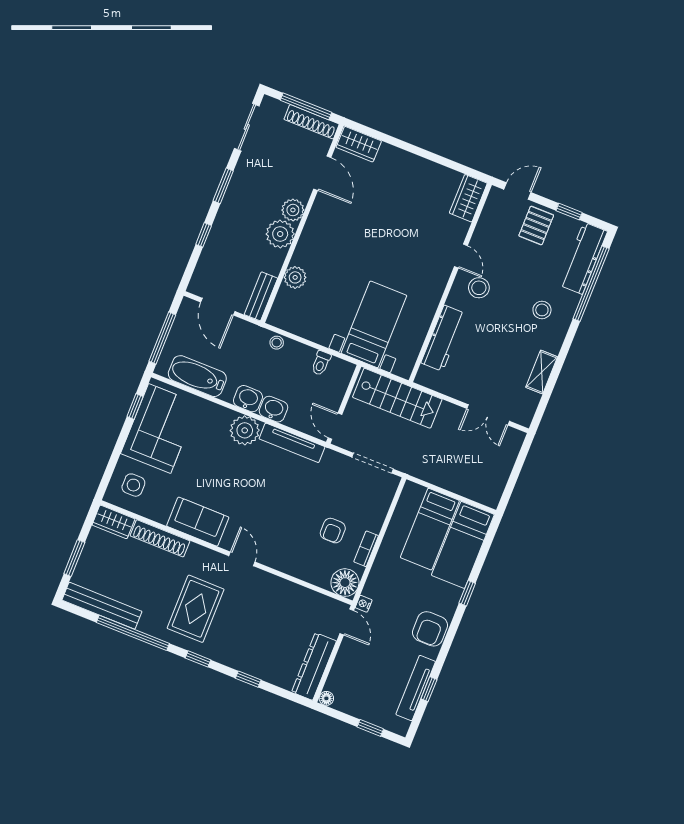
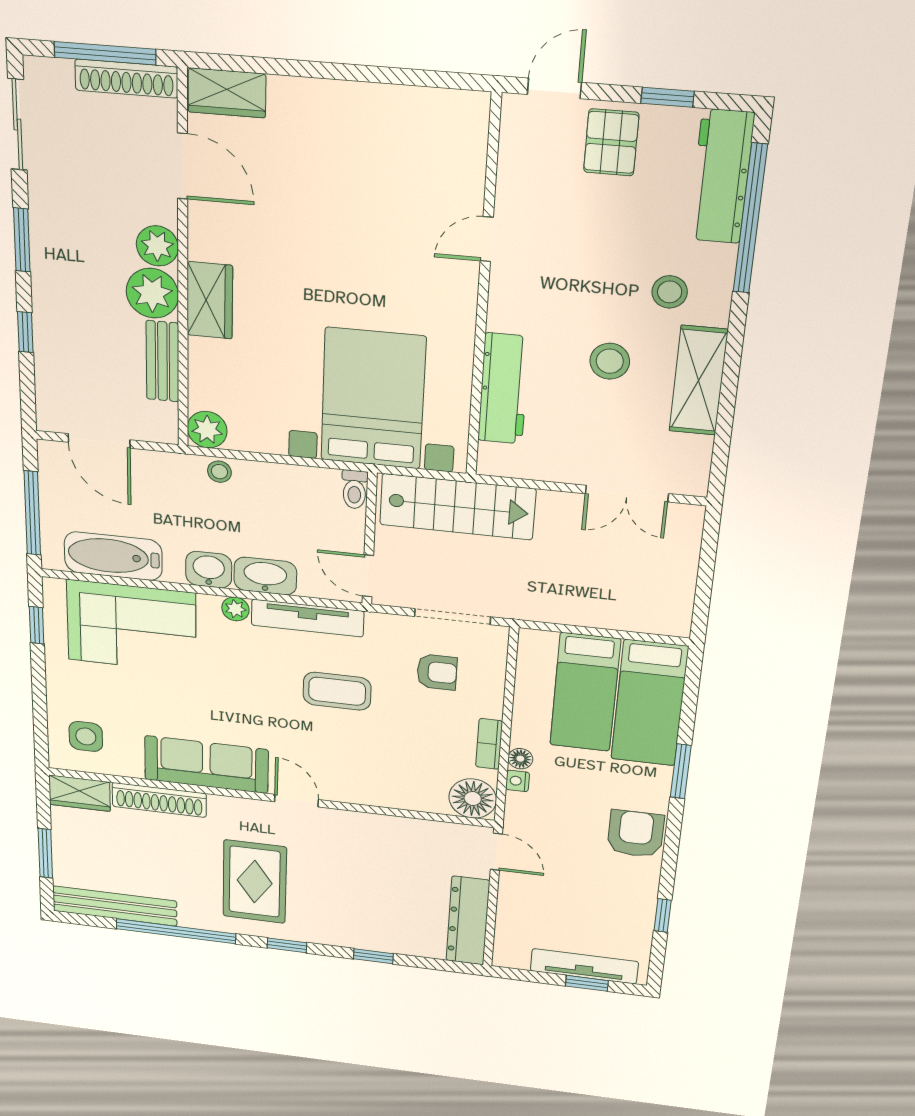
wardrobe: (468, 198) -> (210, 300), moved, turned 180
door: (461, 256) -> (487, 239), swing flipped
plant: (295, 277) -> (207, 430), moved
stool: (479, 288) -> (610, 361), moved
bench: (261, 296) -> (162, 361), moved
bed with nightstands: (374, 324) -> (373, 399), width x1.36
toilet: (321, 363) -> (355, 489), moved
shelving: (542, 372) -> (698, 381), width x1.50, depth x1.33
washbasin: (273, 409) -> (265, 576), width x1.38
corner sofa: (160, 429) -> (131, 626), moved, turned 90
plant: (245, 430) -> (235, 609), width x0.53, depth x0.53
coffee table: (292, 493) -> (337, 691), added
sofa: (198, 522) -> (206, 765), width x1.36
armchair: (333, 531) -> (437, 672), moved, turned -90
window: (467, 593) -> (681, 771), width x1.50
nightstand: (364, 604) -> (517, 781), moved
armchair: (430, 629) -> (636, 834), turned 180
tv unit: (416, 688) -> (584, 966), moved, turned 90
floor lamp: (326, 698) -> (520, 759), moved

